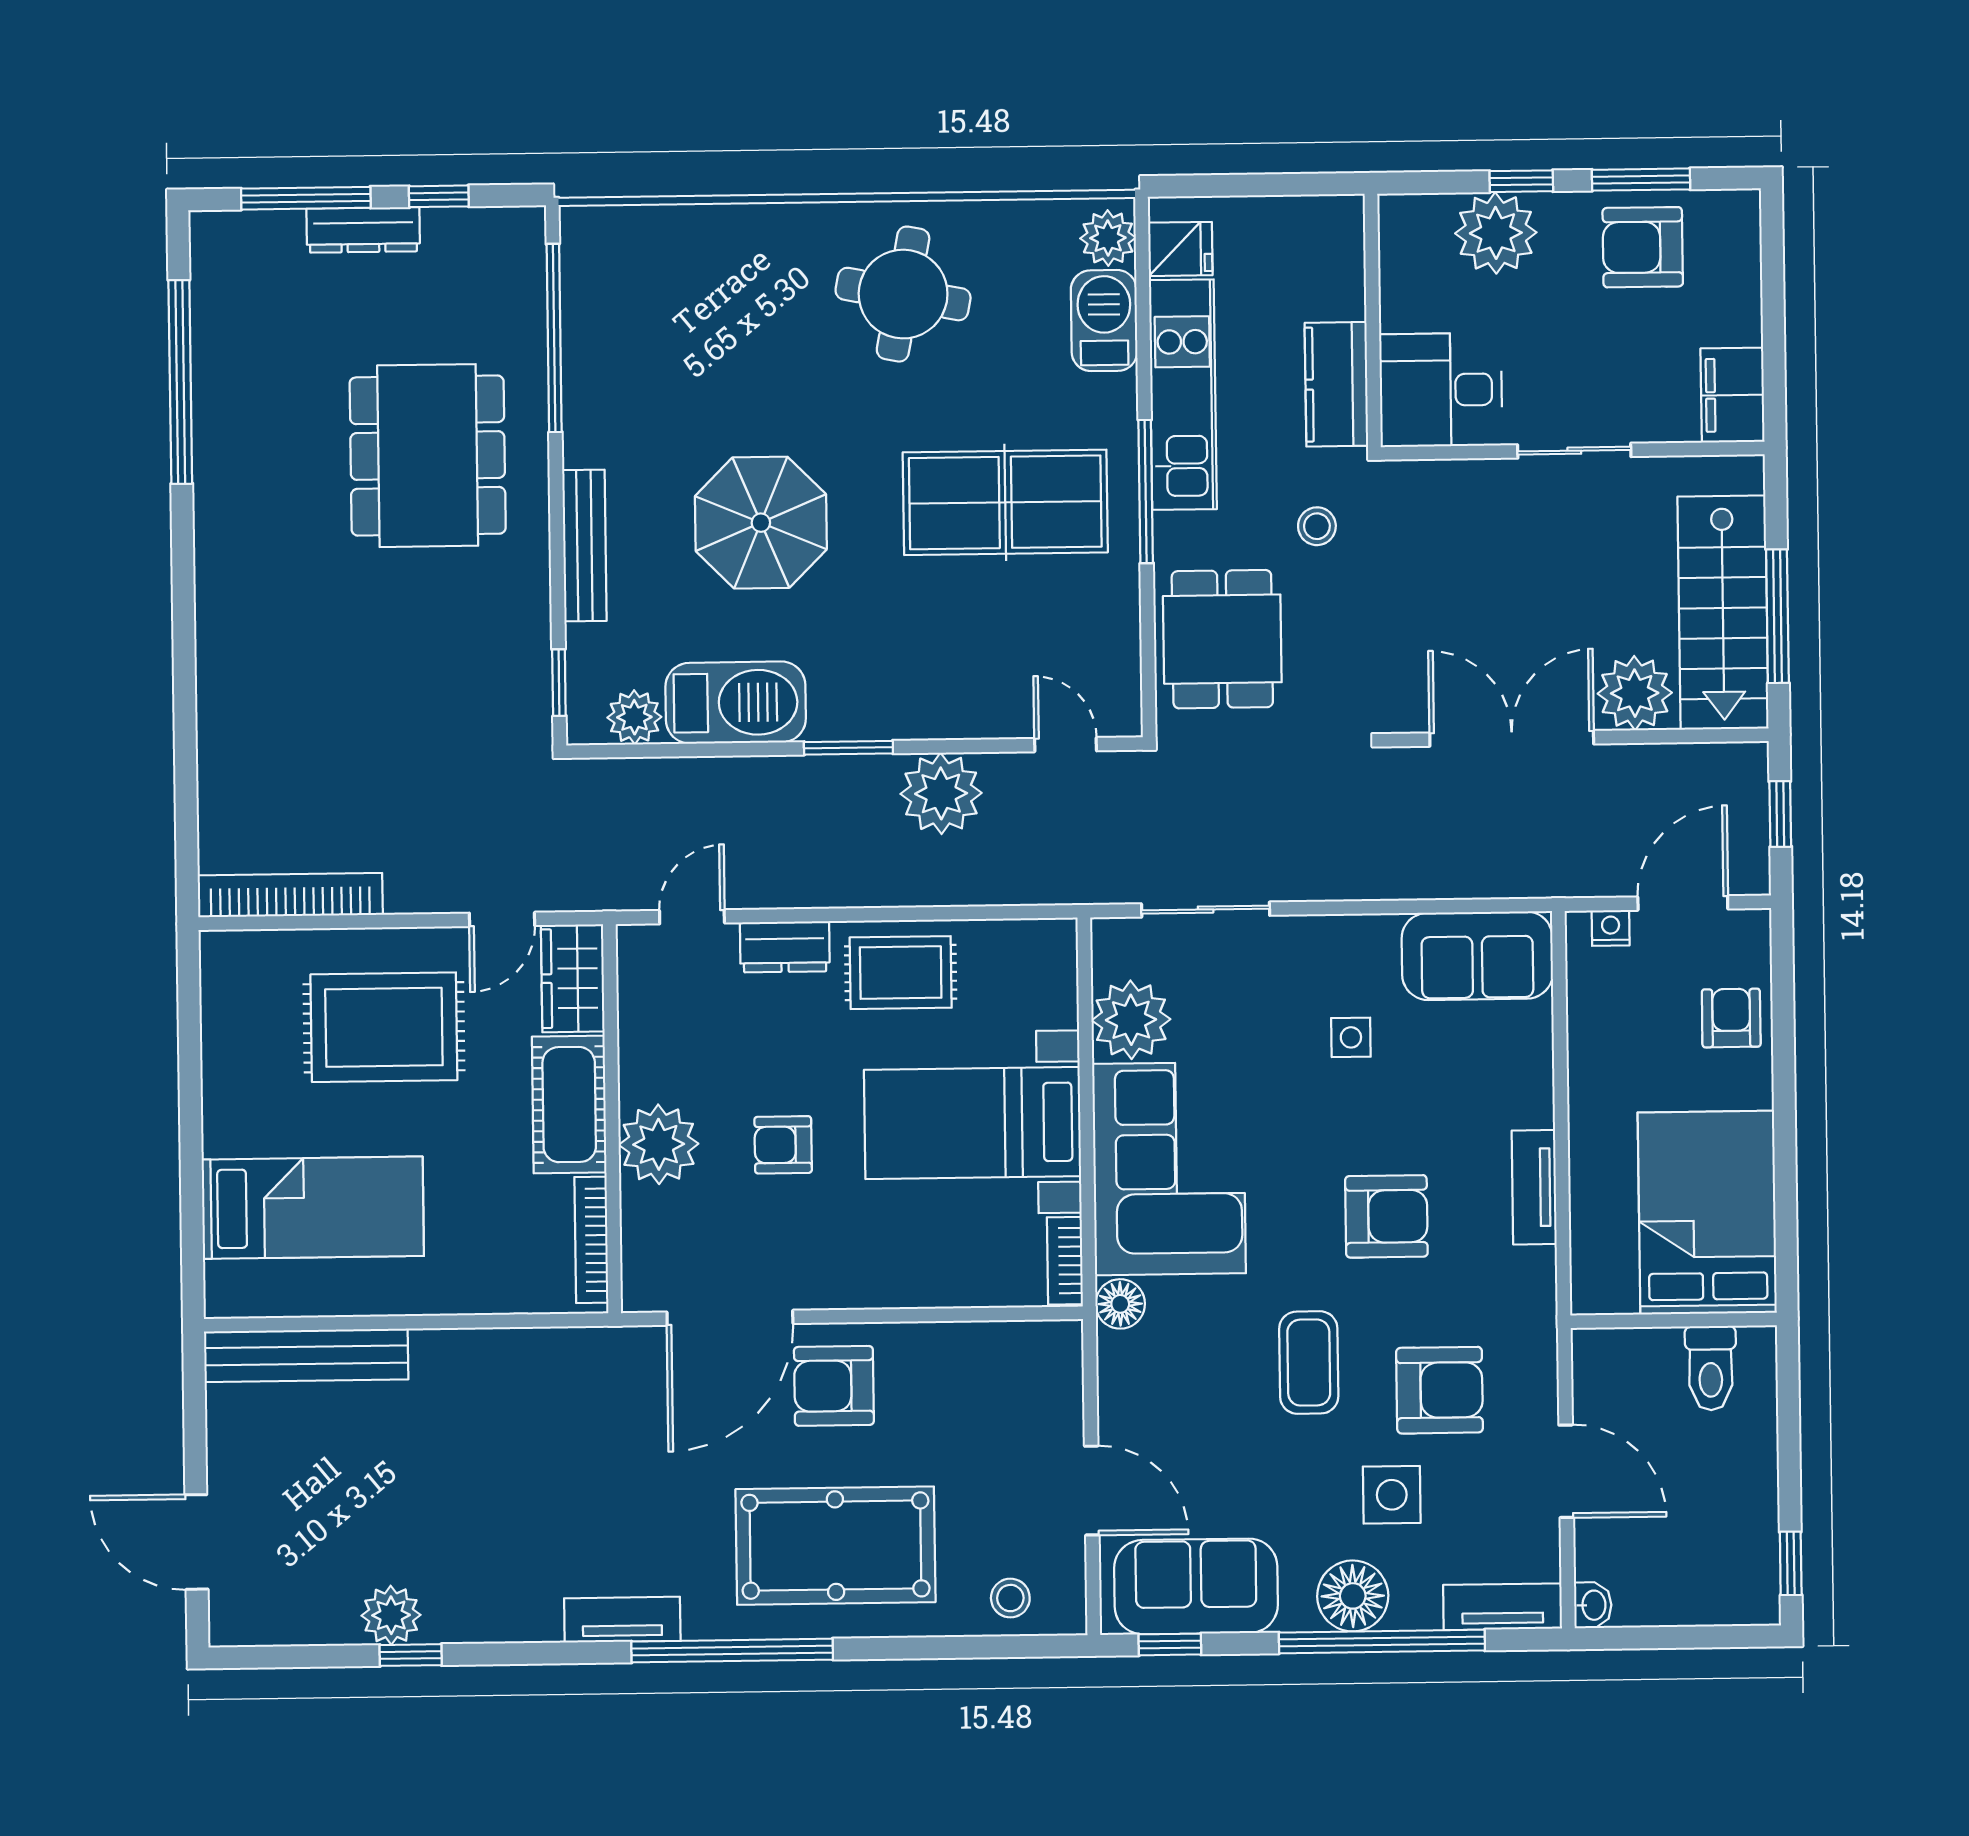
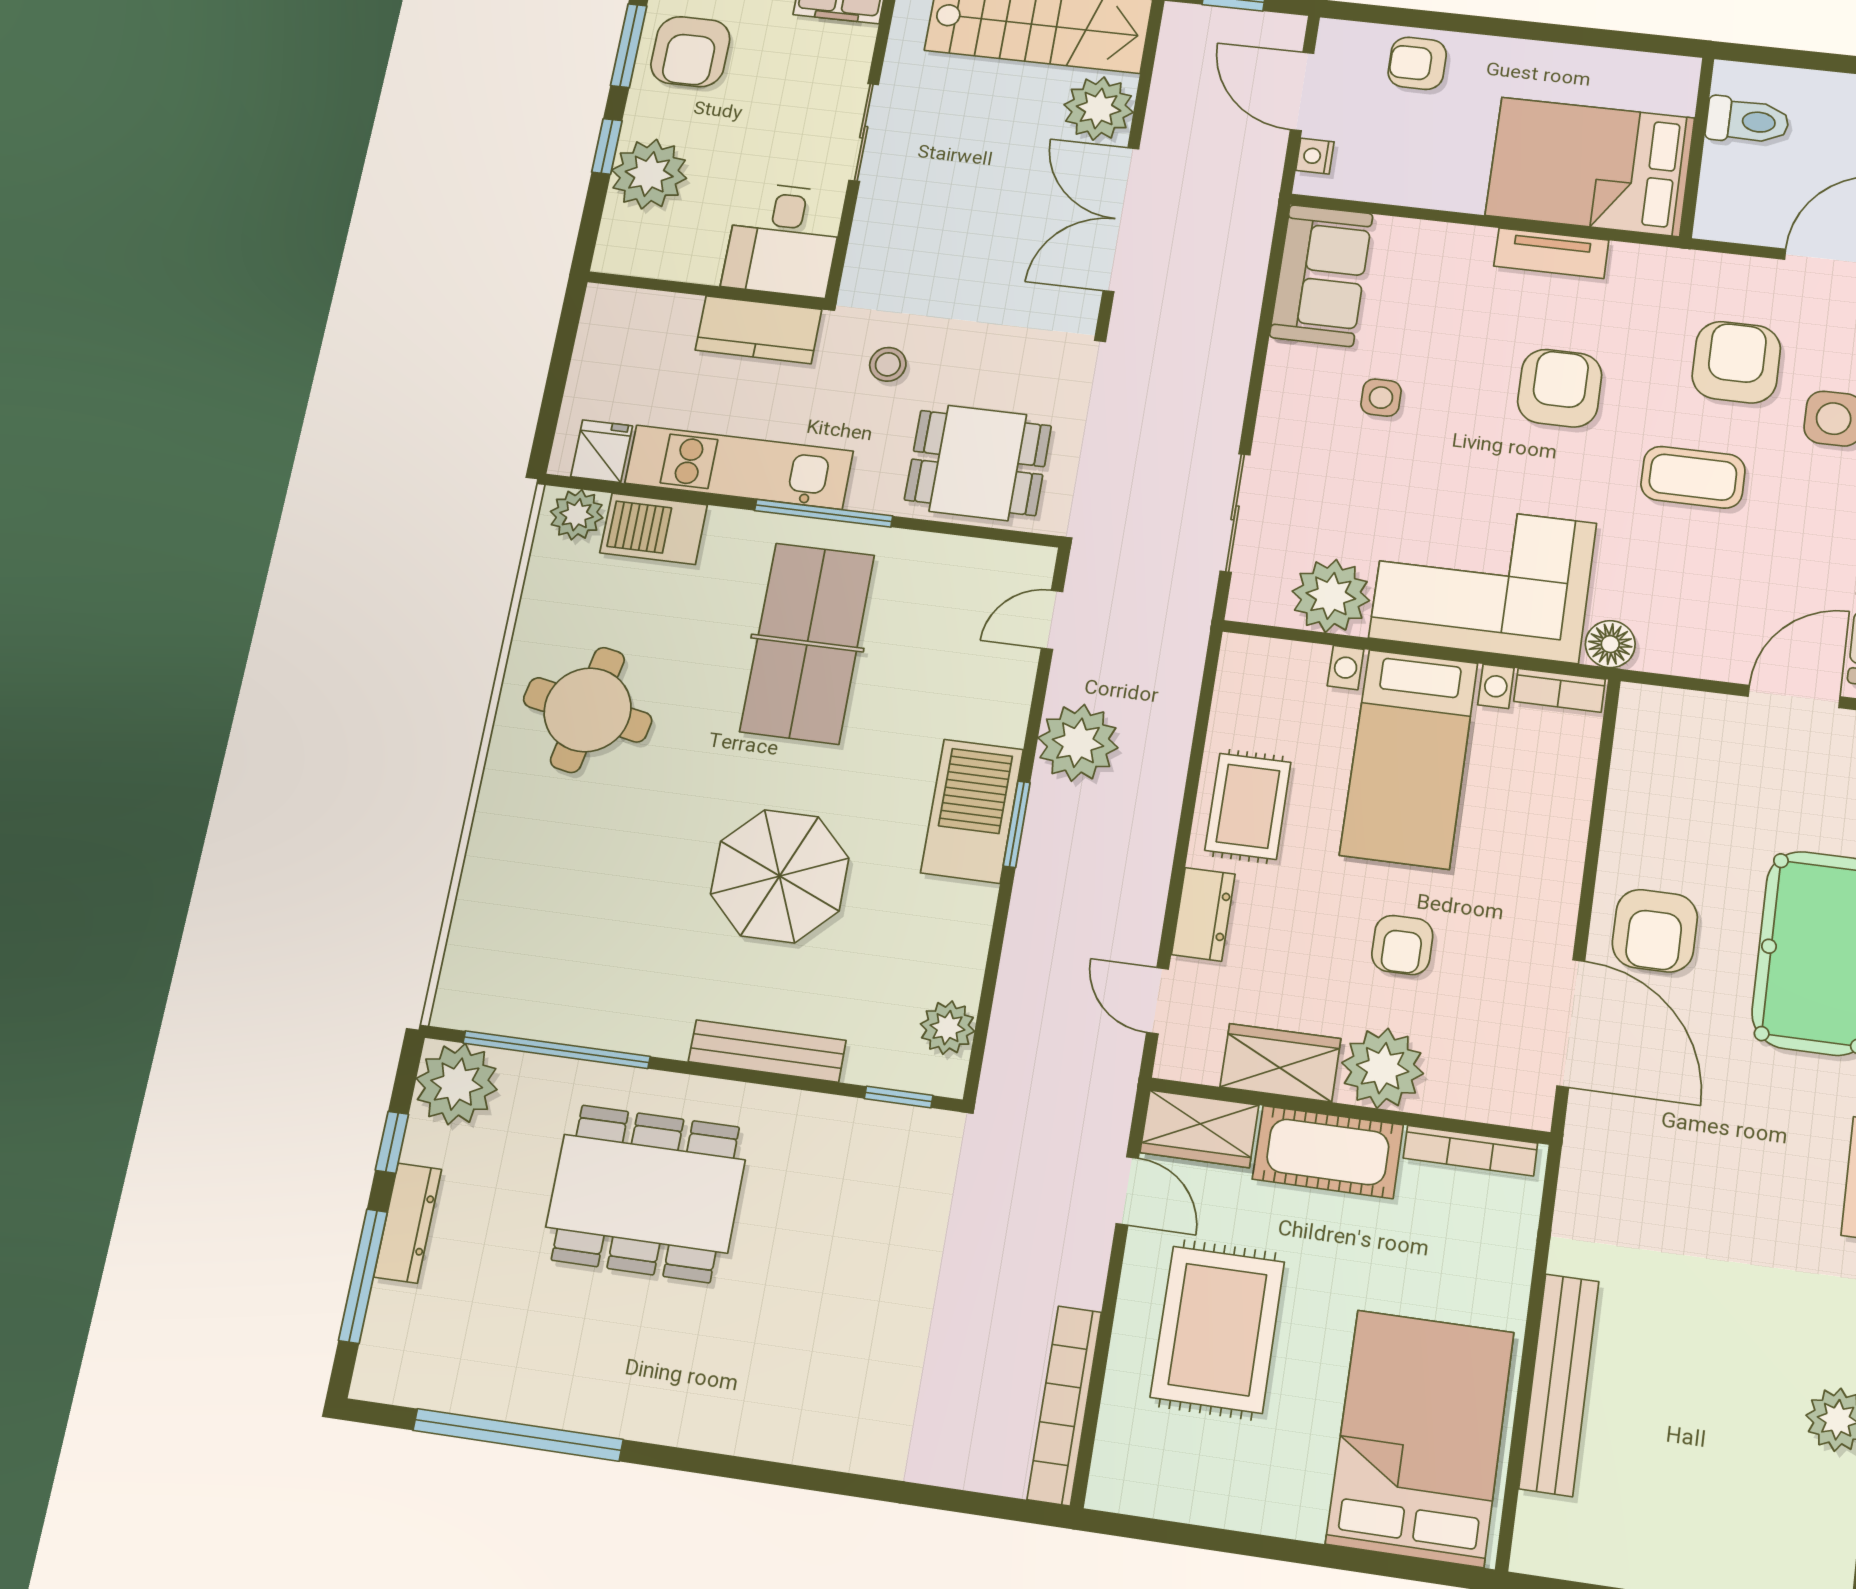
plant: (505, 247) -> (457, 1084), added
barbecue: (736, 703) -> (972, 811), moved
wardrobe: (649, 1045) -> (1280, 1063), added
bed: (313, 1208) -> (1420, 1438), width x1.50
bed: (1707, 1213) -> (1590, 167), moved
bench: (306, 1355) -> (1559, 1385), moved

